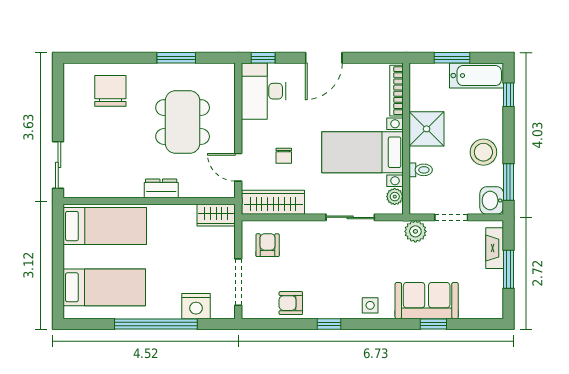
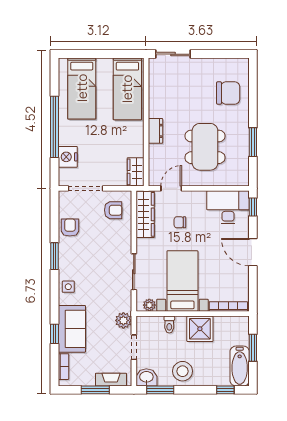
dining table: (183, 122) -> (205, 147), turned 90
bookcase: (477, 312) -> (63, 367), added
window: (329, 324) -> (54, 256), width x1.50

